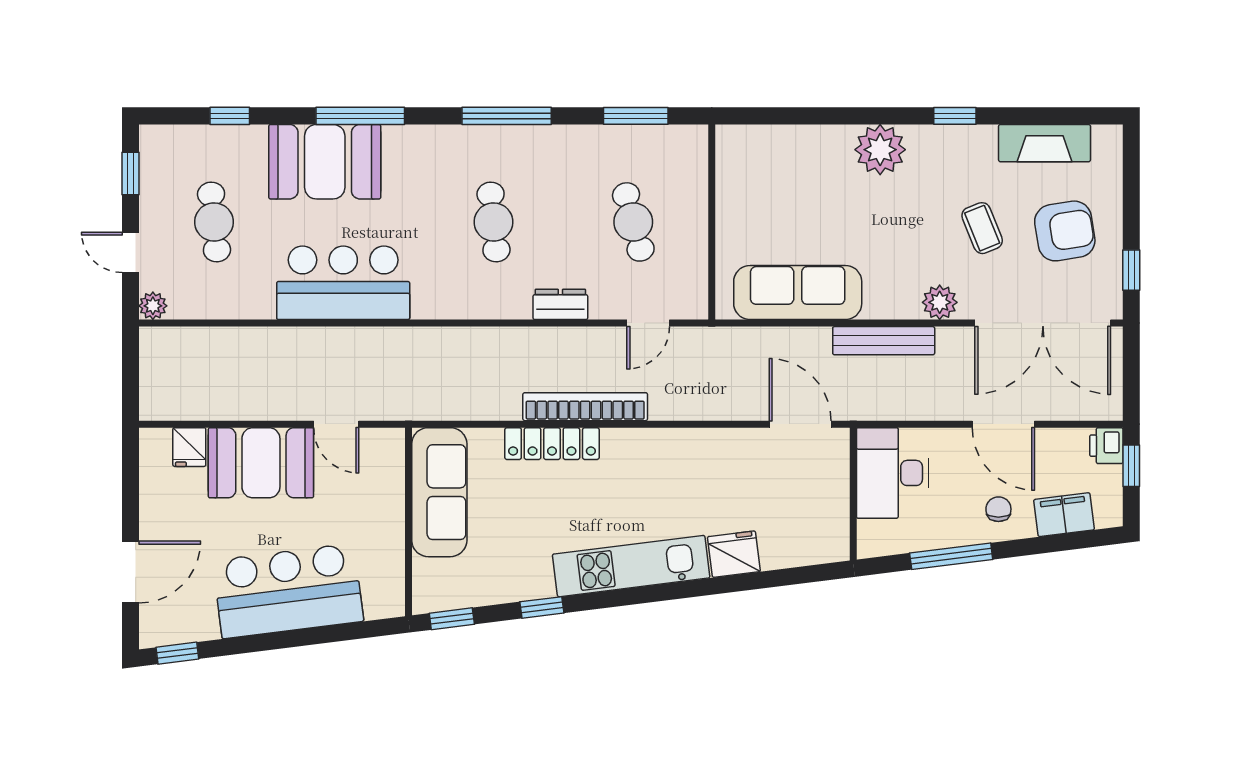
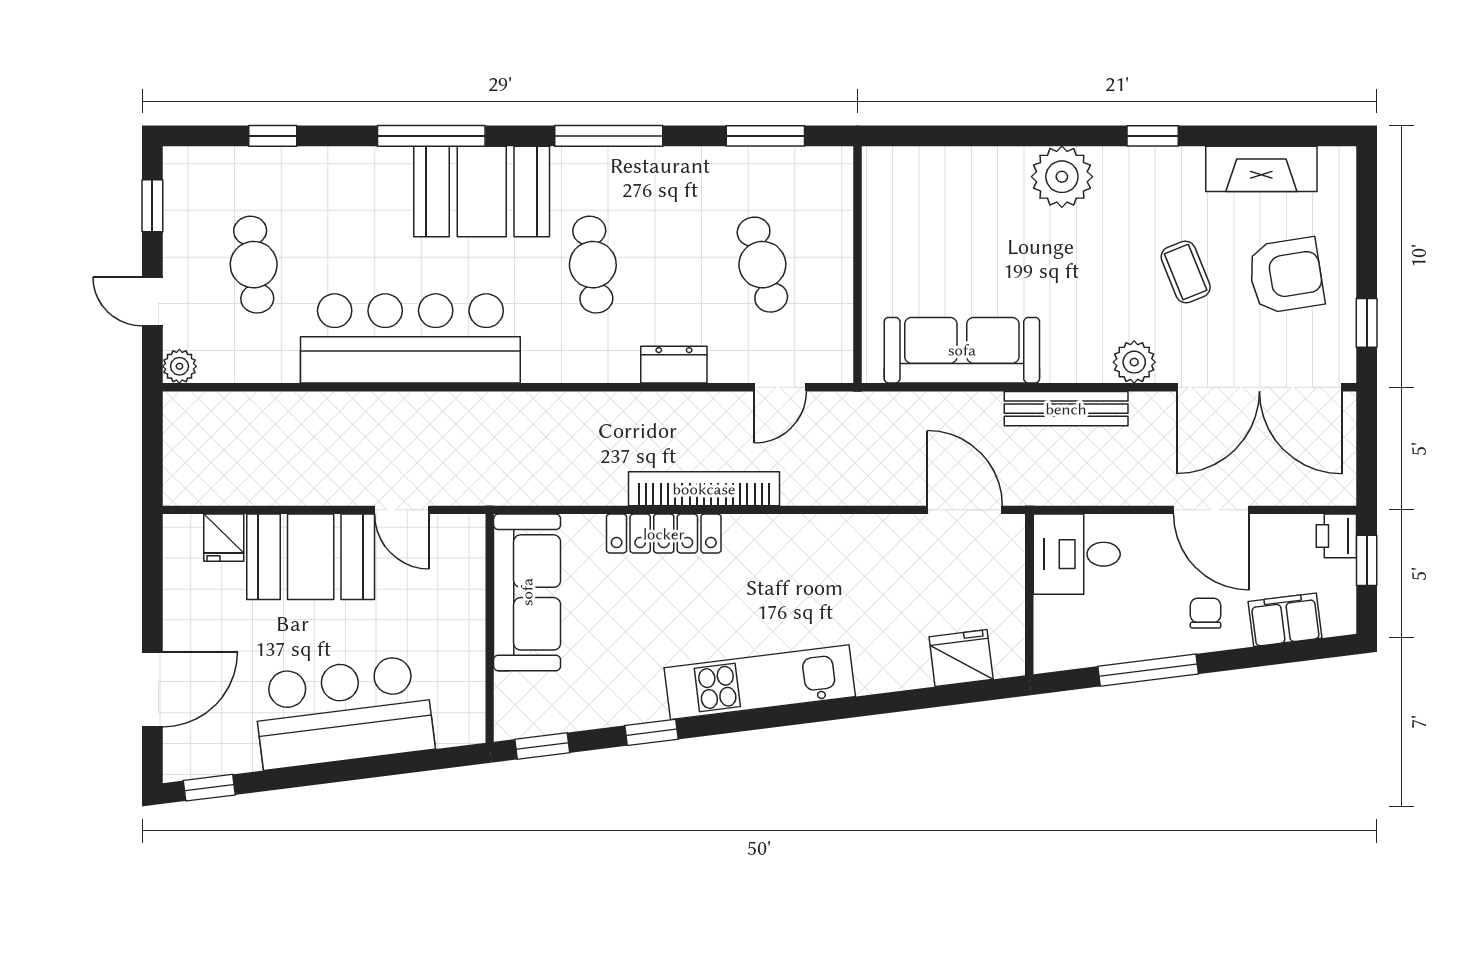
booth: (325, 162) -> (482, 191), moved
bar counter: (343, 283) -> (410, 338), width x1.36
desk: (892, 473) -> (1077, 554), width x0.73
fridge: (734, 554) -> (961, 658), moved

